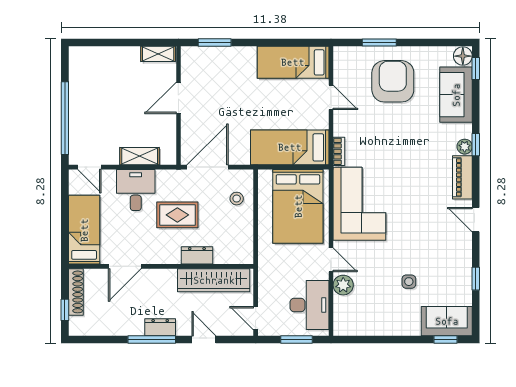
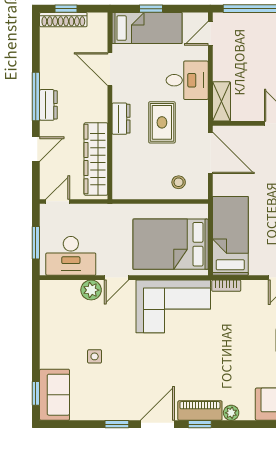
window: (476, 145) -> (200, 424), moved
shelving: (140, 156) -> (221, 101), moved
door: (476, 220) -> (157, 424), width x1.37
window: (65, 226) -> (151, 9), added
dresser: (197, 255) -> (121, 119), moved
window: (476, 279) -> (117, 424), moved
shoe rack: (76, 292) -> (63, 20), moved

